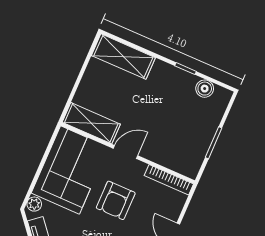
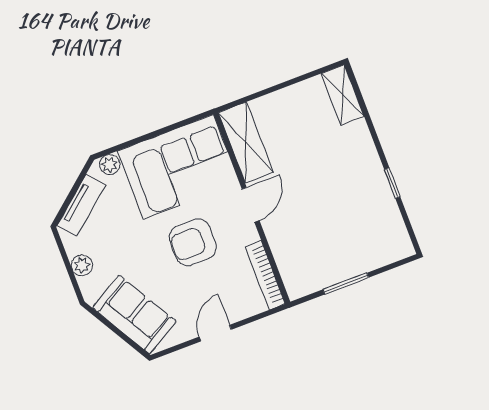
shelving: (123, 57) -> (343, 95), width x0.67, depth x0.75
boiler: (205, 89) -> (391, 222), removed
door: (125, 152) -> (251, 205), hinge flipped

